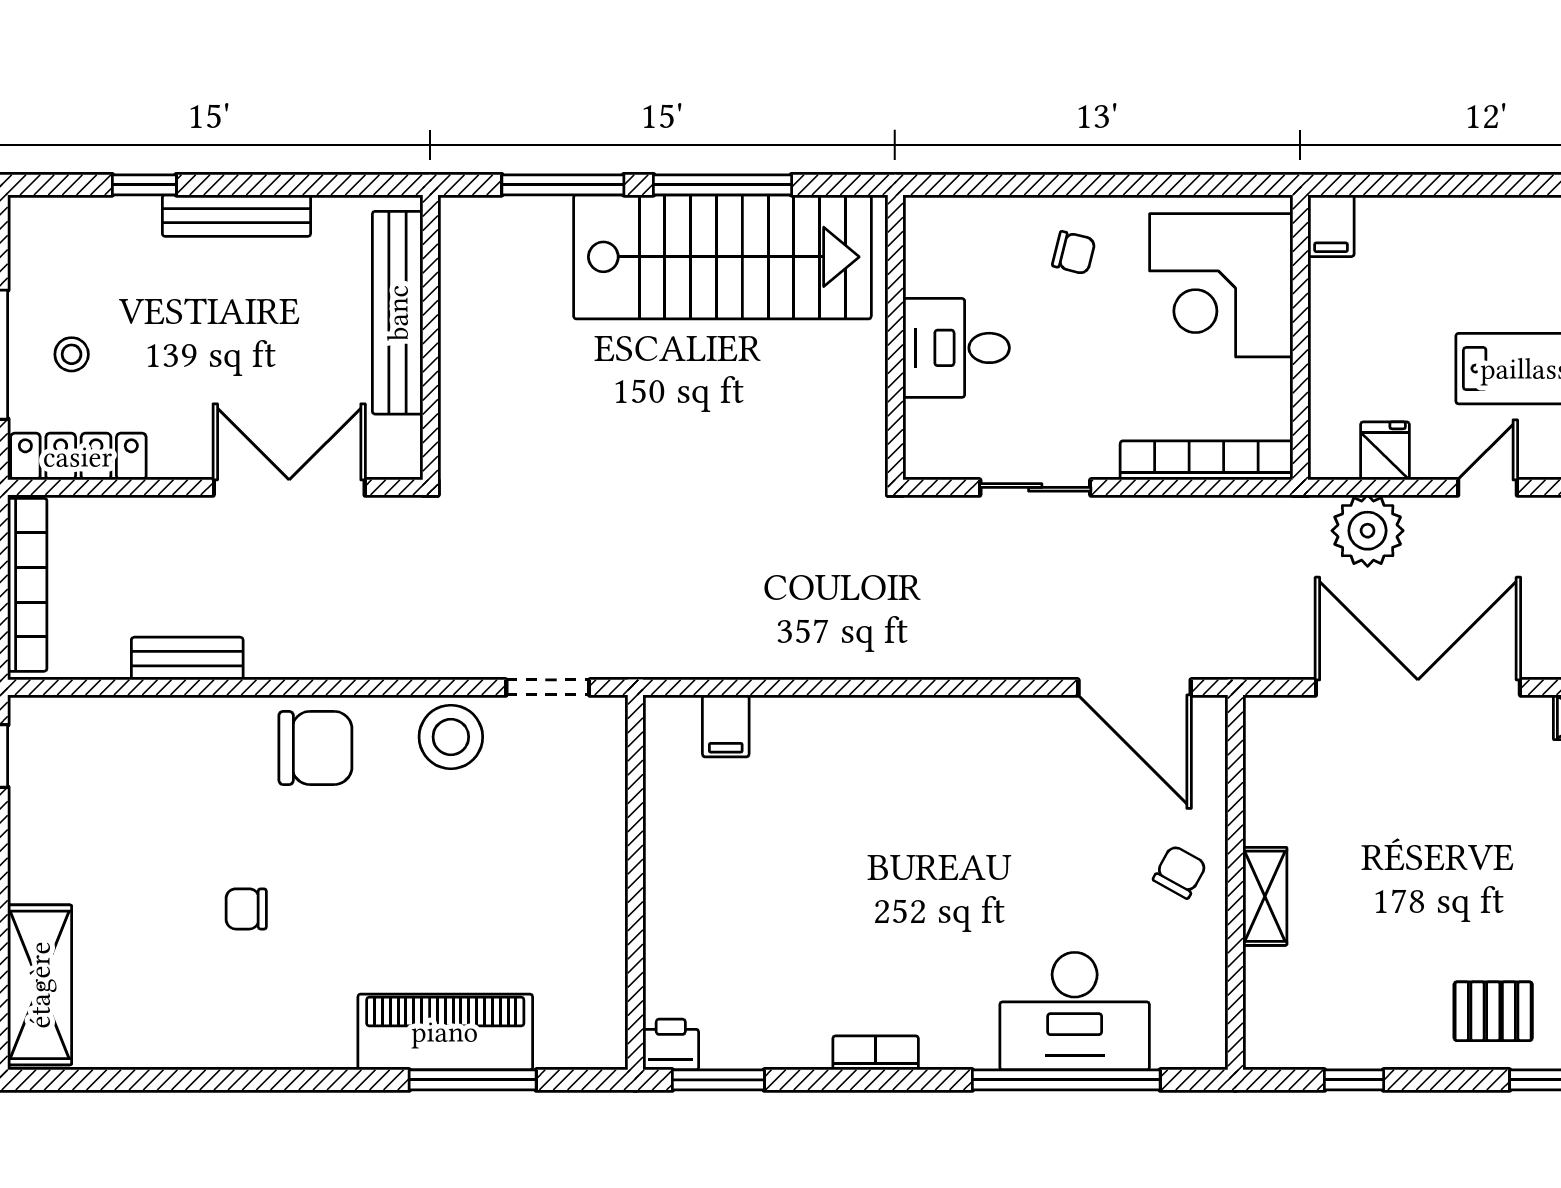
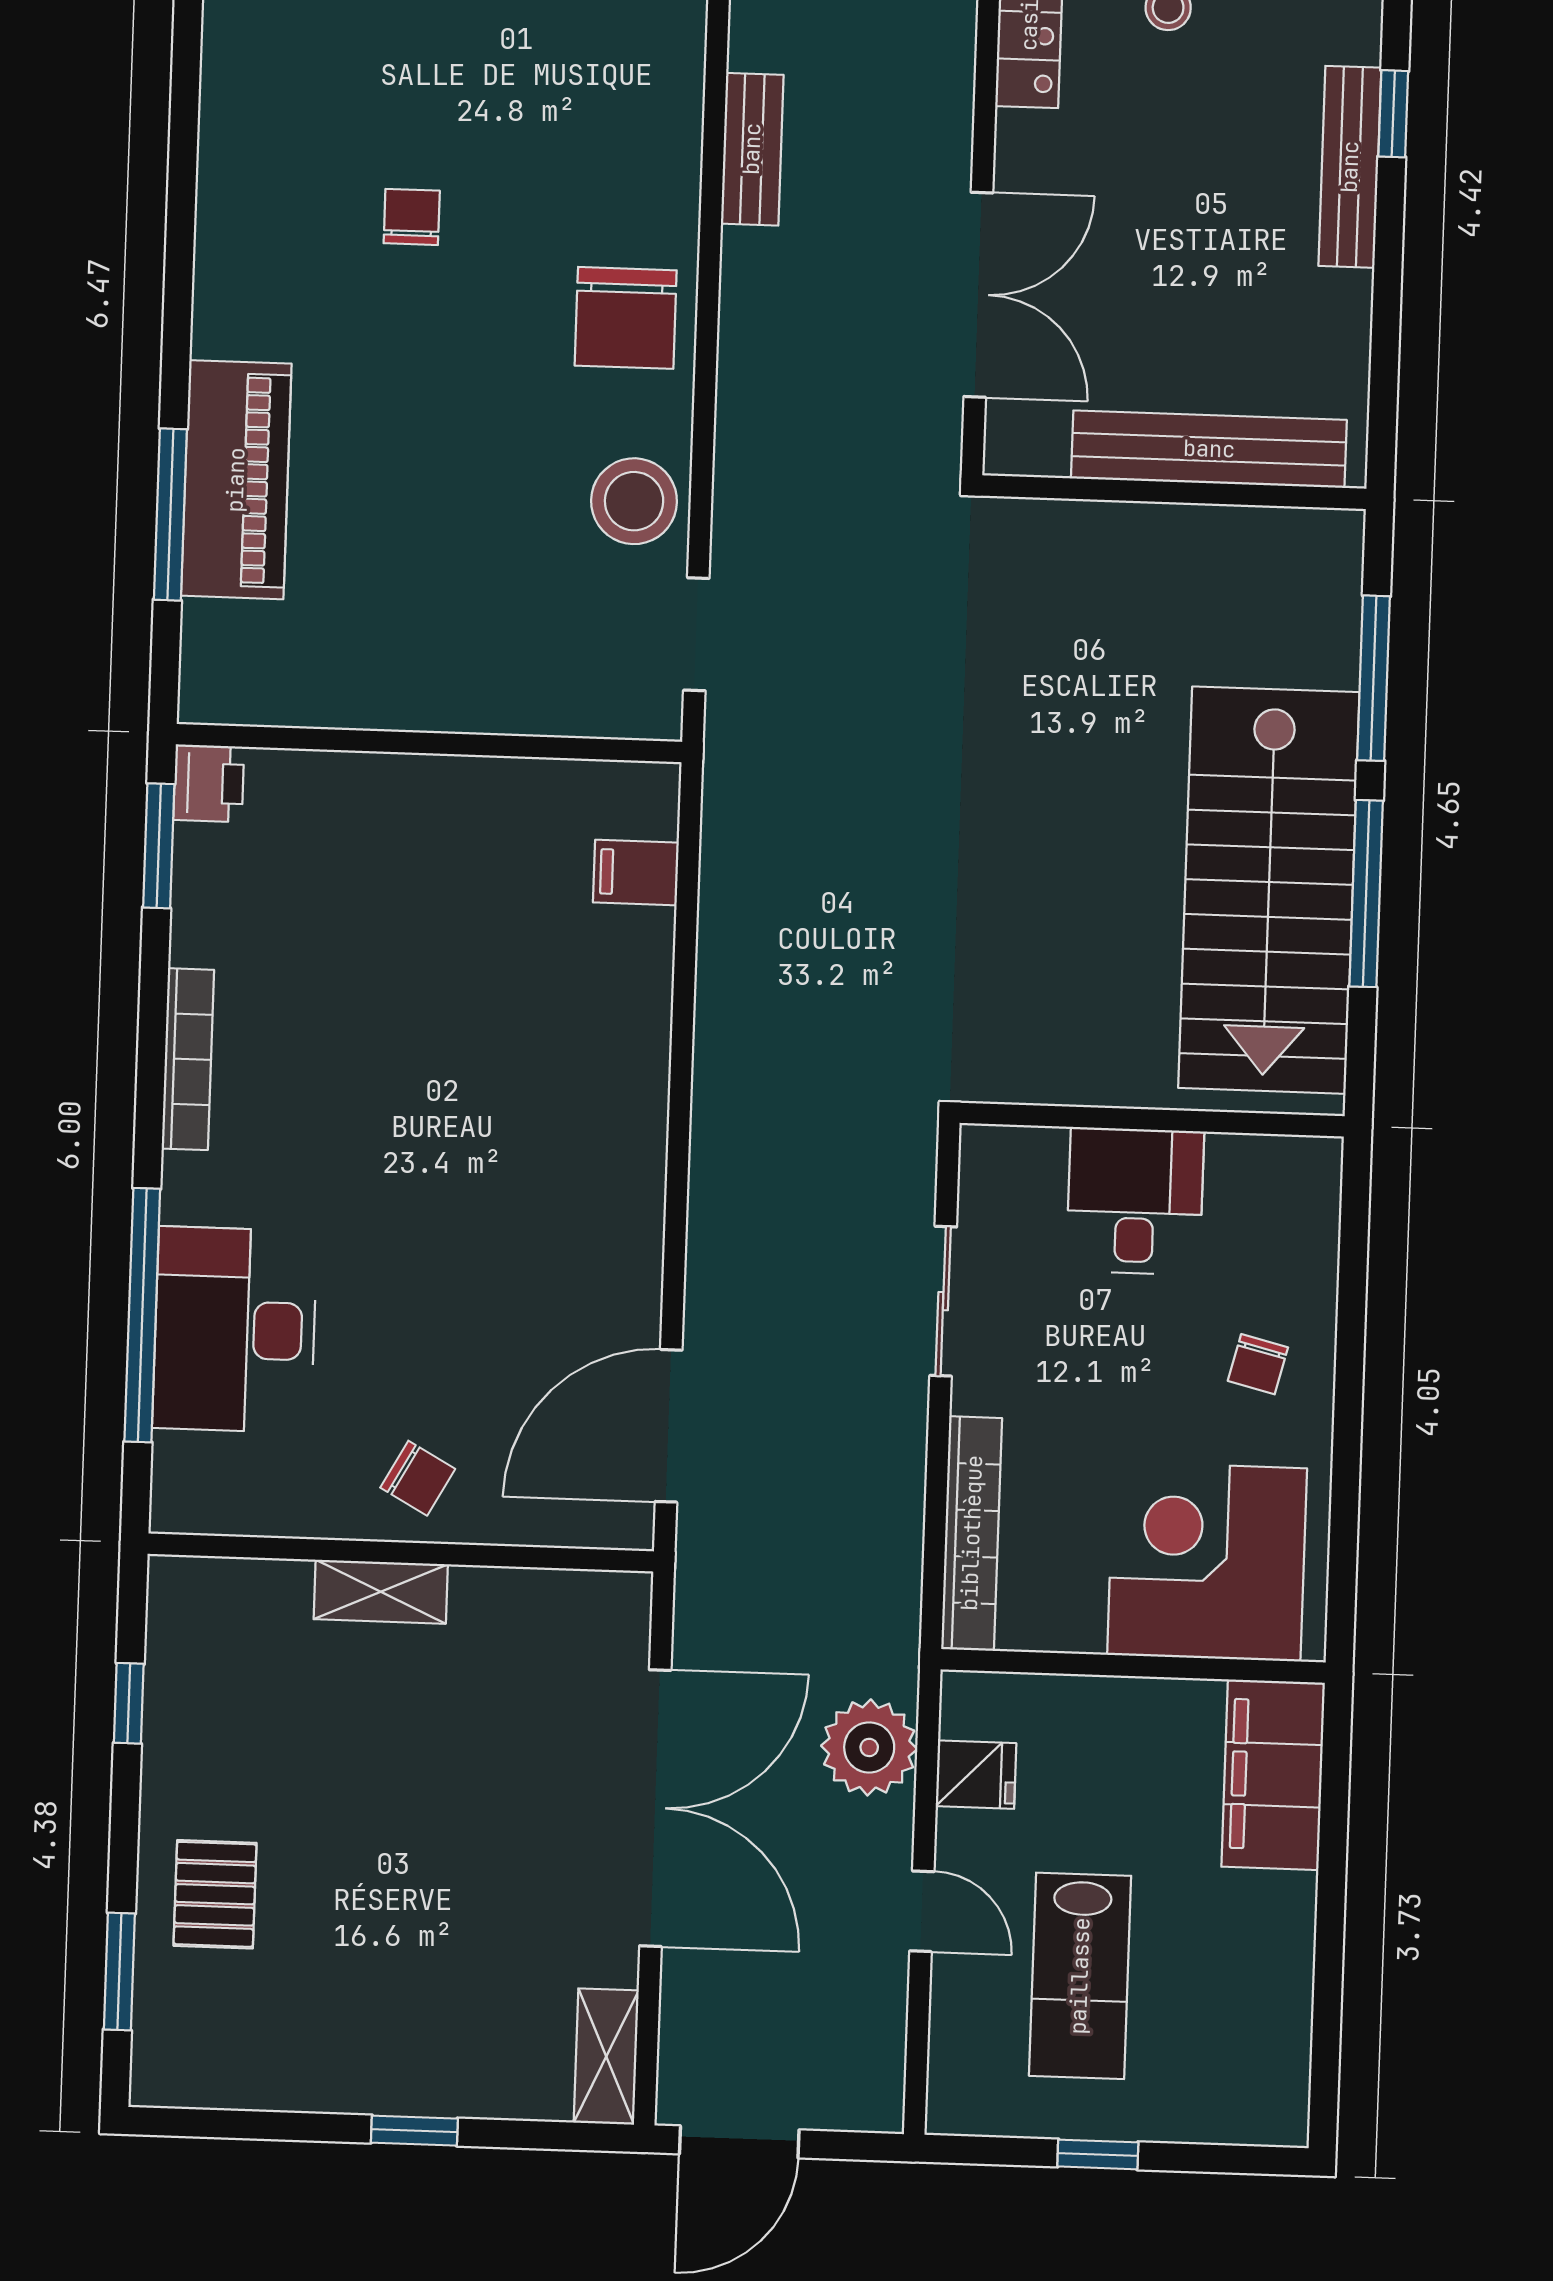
bench: (236, 216) -> (1350, 167), moved
filing cabinet: (1331, 226) -> (1273, 1775), width x3.00, depth x1.17
bookcase: (876, 1053) -> (188, 1059), width x1.56

